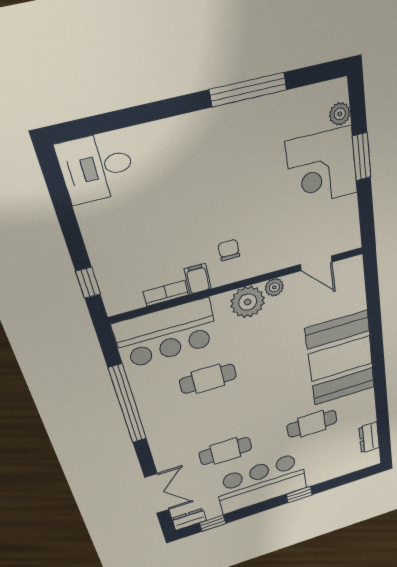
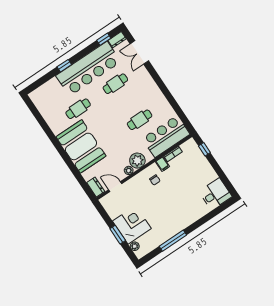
window: (128, 404) -> (170, 98), removed
dresser: (369, 437) -> (96, 187), moved
bar counter: (262, 483) -> (88, 69), width x1.36

